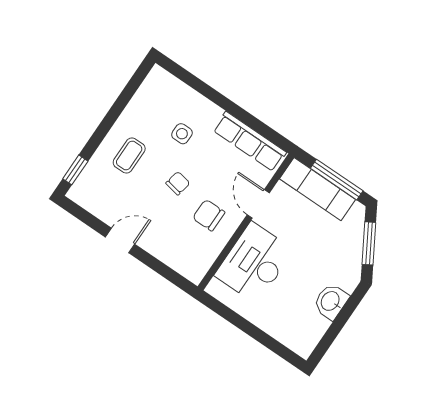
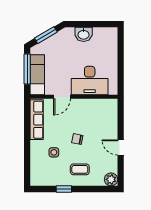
window: (75, 170) -> (64, 189), moved
plant: (81, 193) -> (111, 179), added
chair: (209, 215) -> (82, 115), removed

